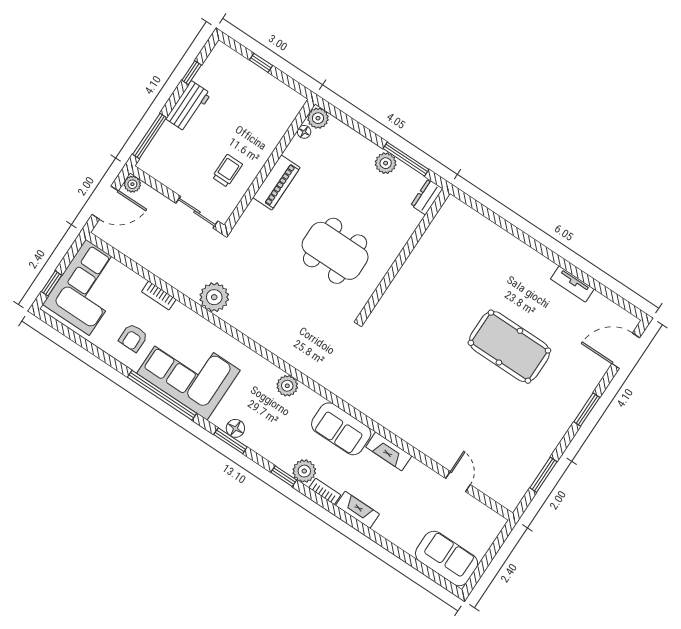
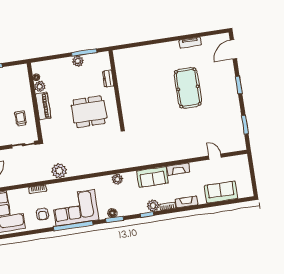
plant: (318, 118) -> (40, 86), moved
dresser: (427, 197) -> (108, 79), moved
pool table: (509, 347) -> (188, 88), turned 90
sofa: (447, 558) -> (221, 192), moved

